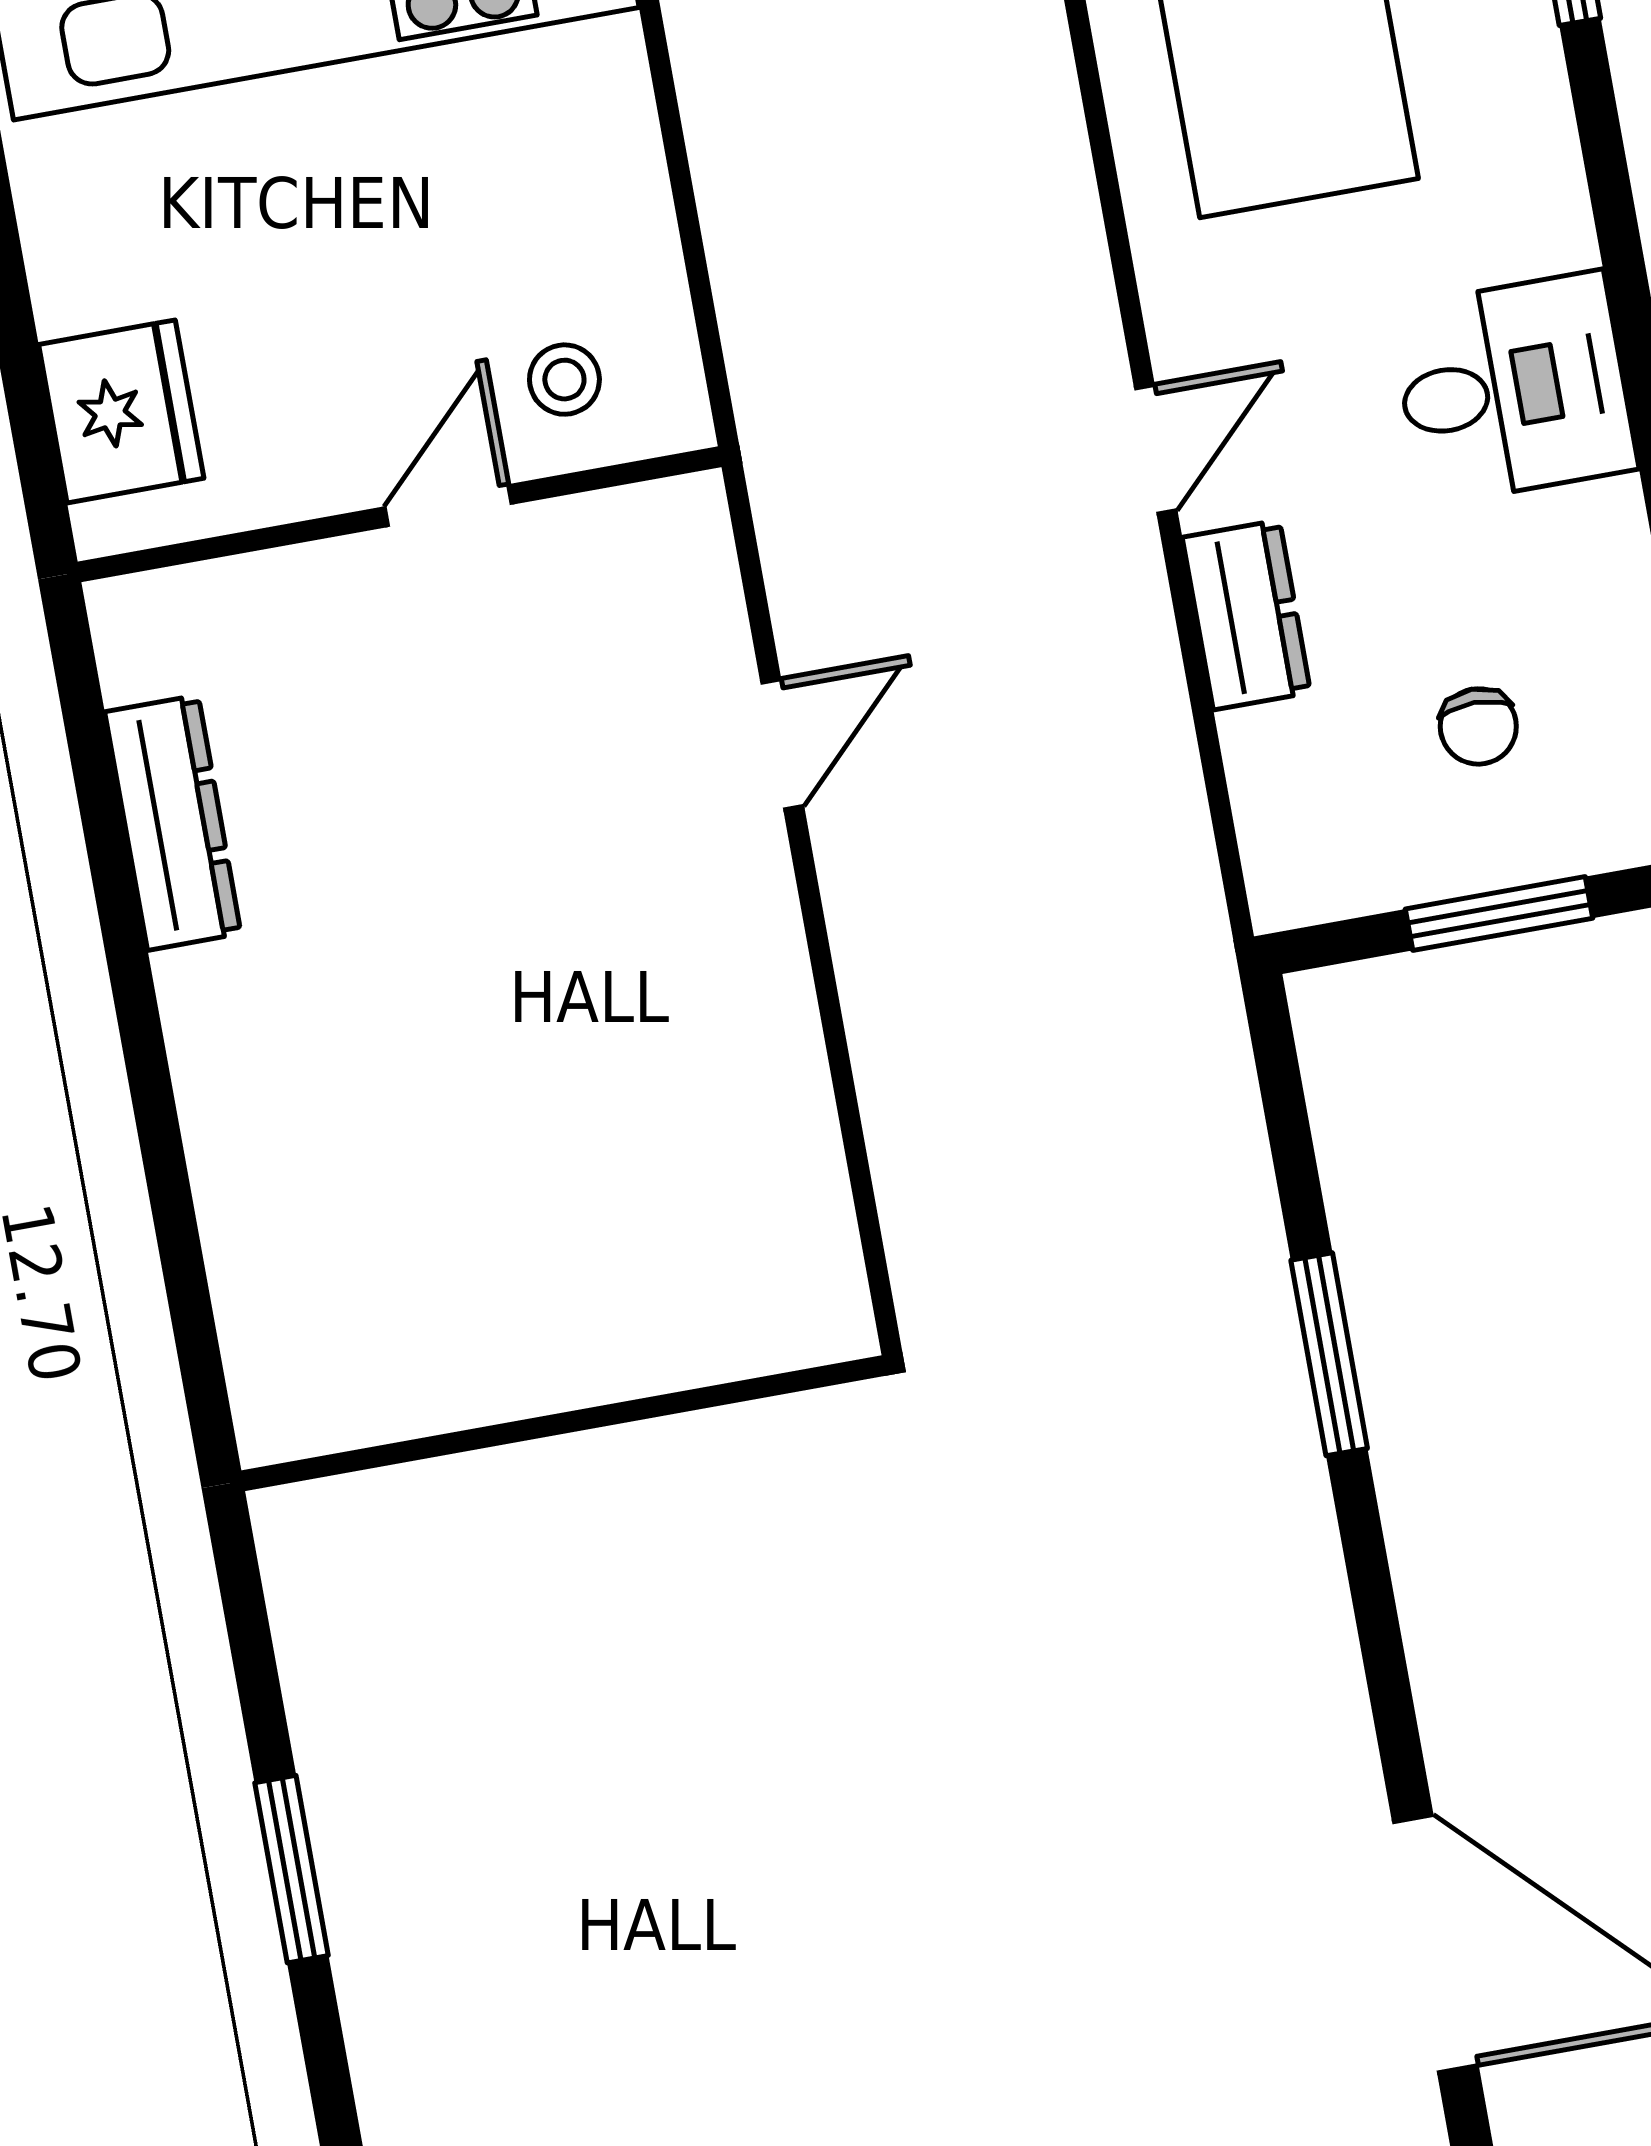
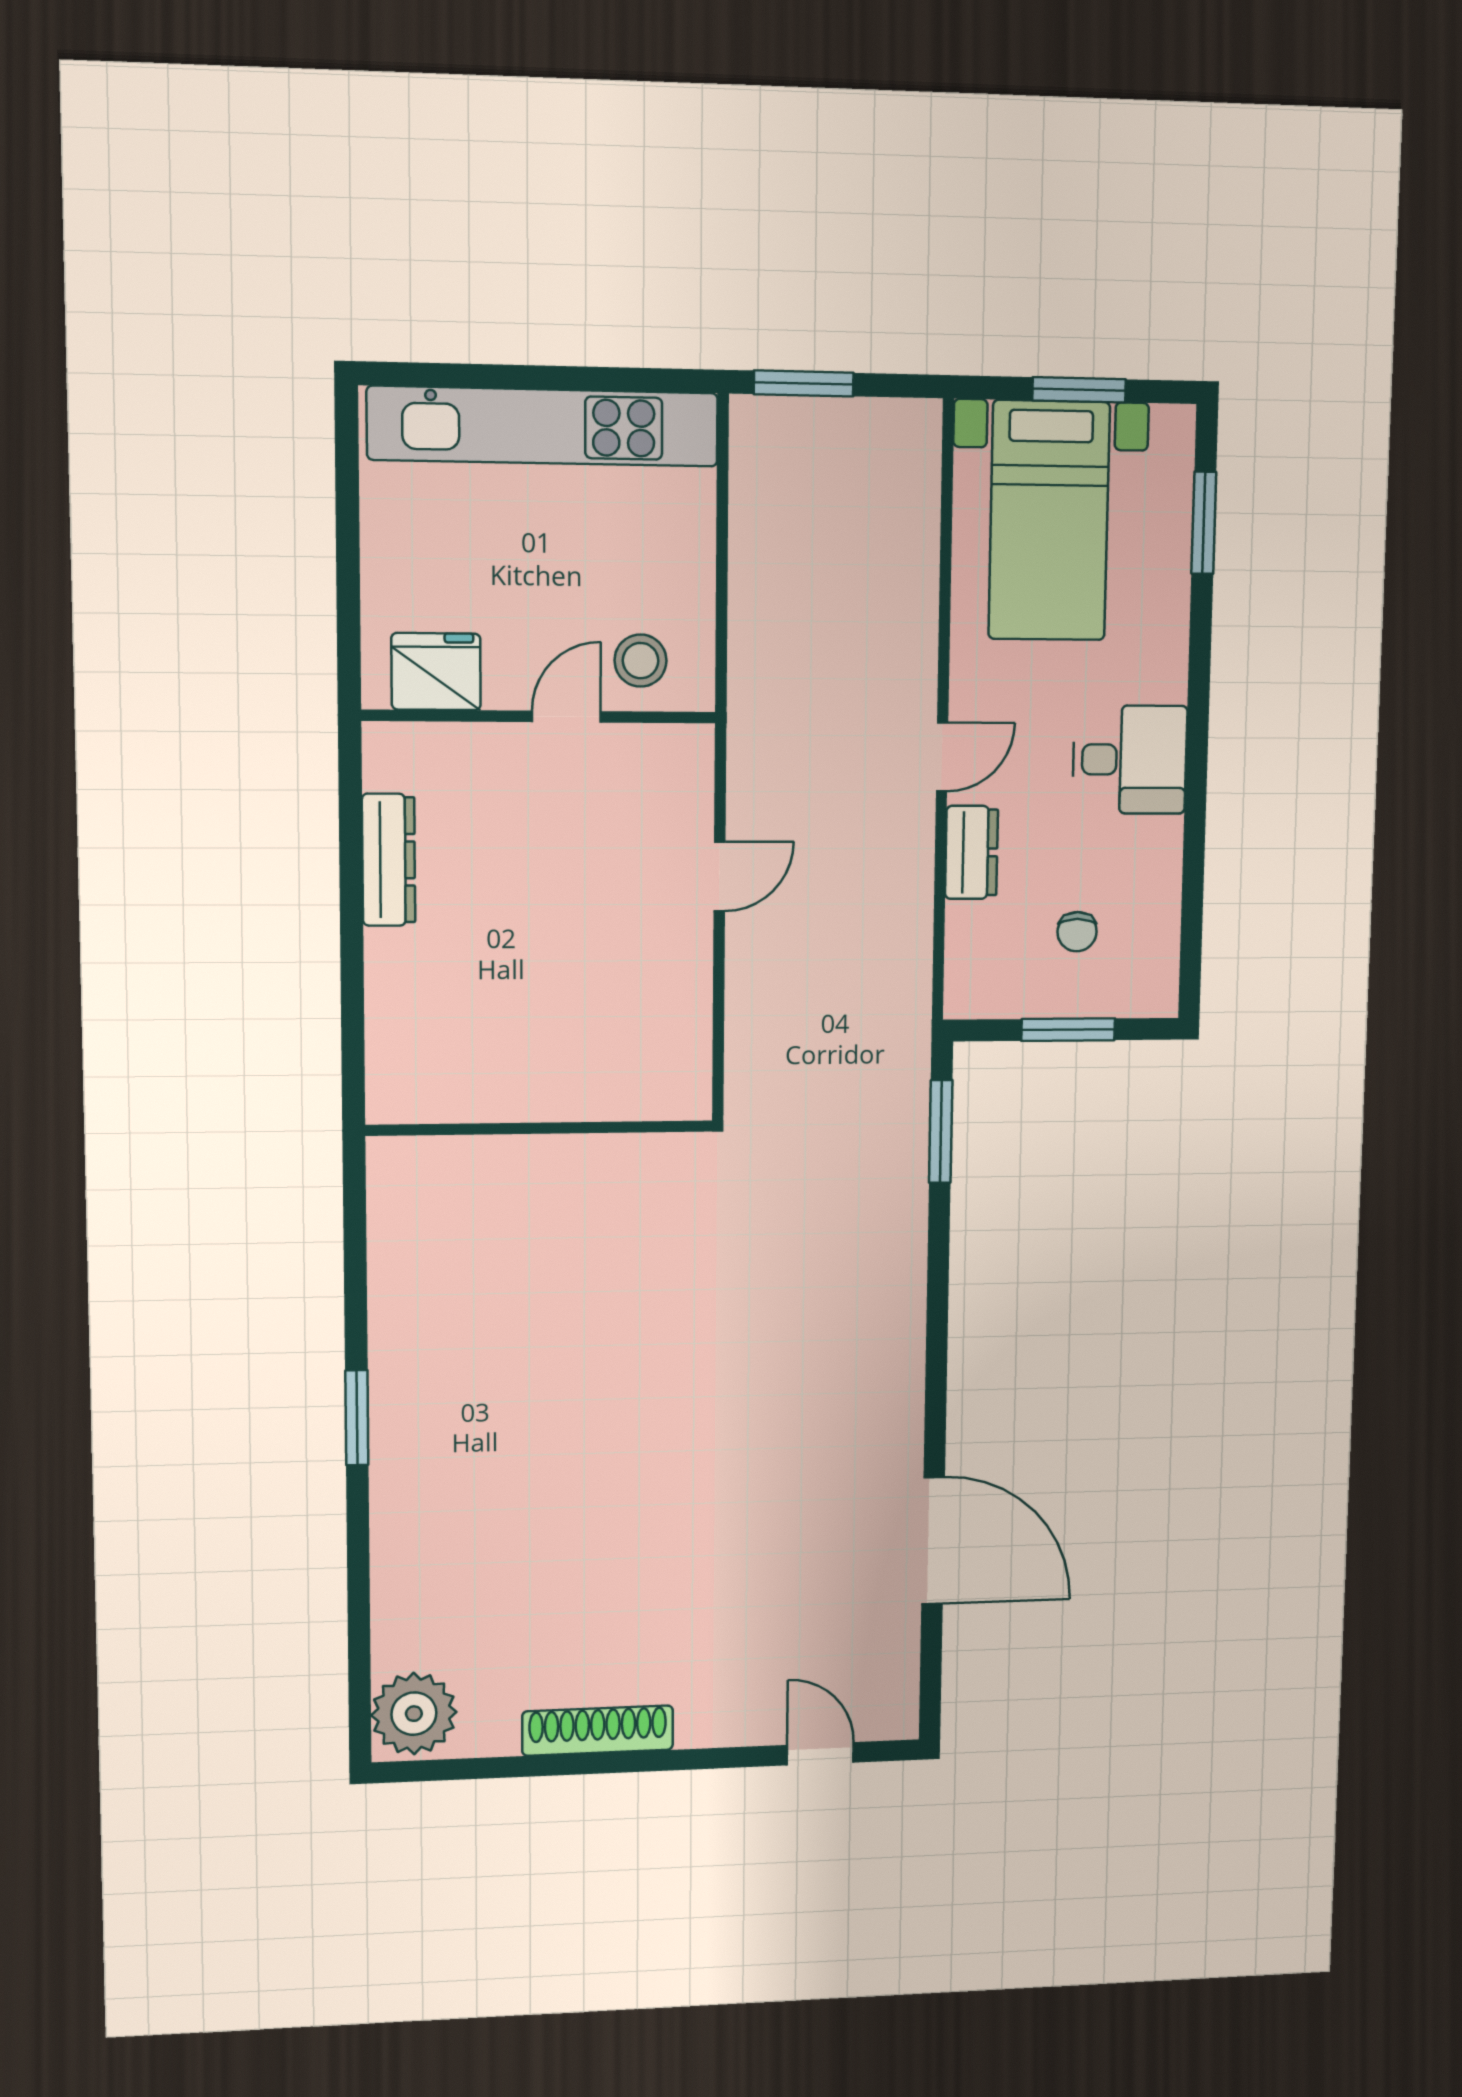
stool: (564, 380) -> (641, 661), width x1.37, depth x1.37
fridge: (121, 411) -> (436, 672), moved, turned -90
window: (1329, 1354) -> (941, 1131), moved
wall: (563, 1423) -> (540, 1128), moved

